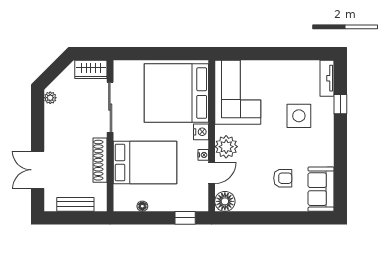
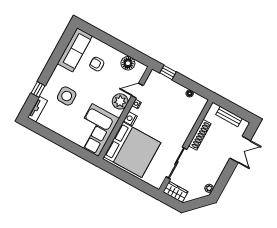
bed: (145, 163) -> (174, 119), removed
sofa: (321, 189) -> (75, 50), width x1.36
floor lamp: (225, 201) -> (128, 63), moved

